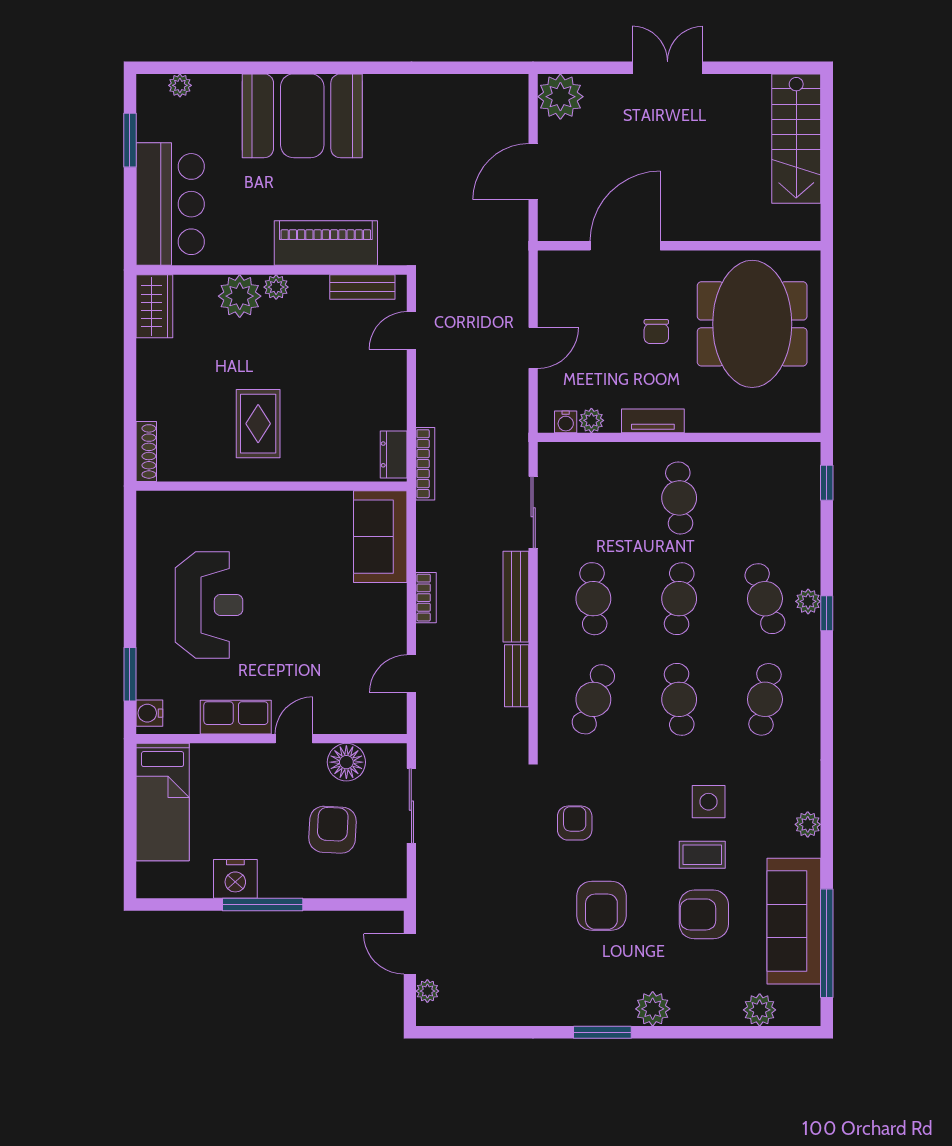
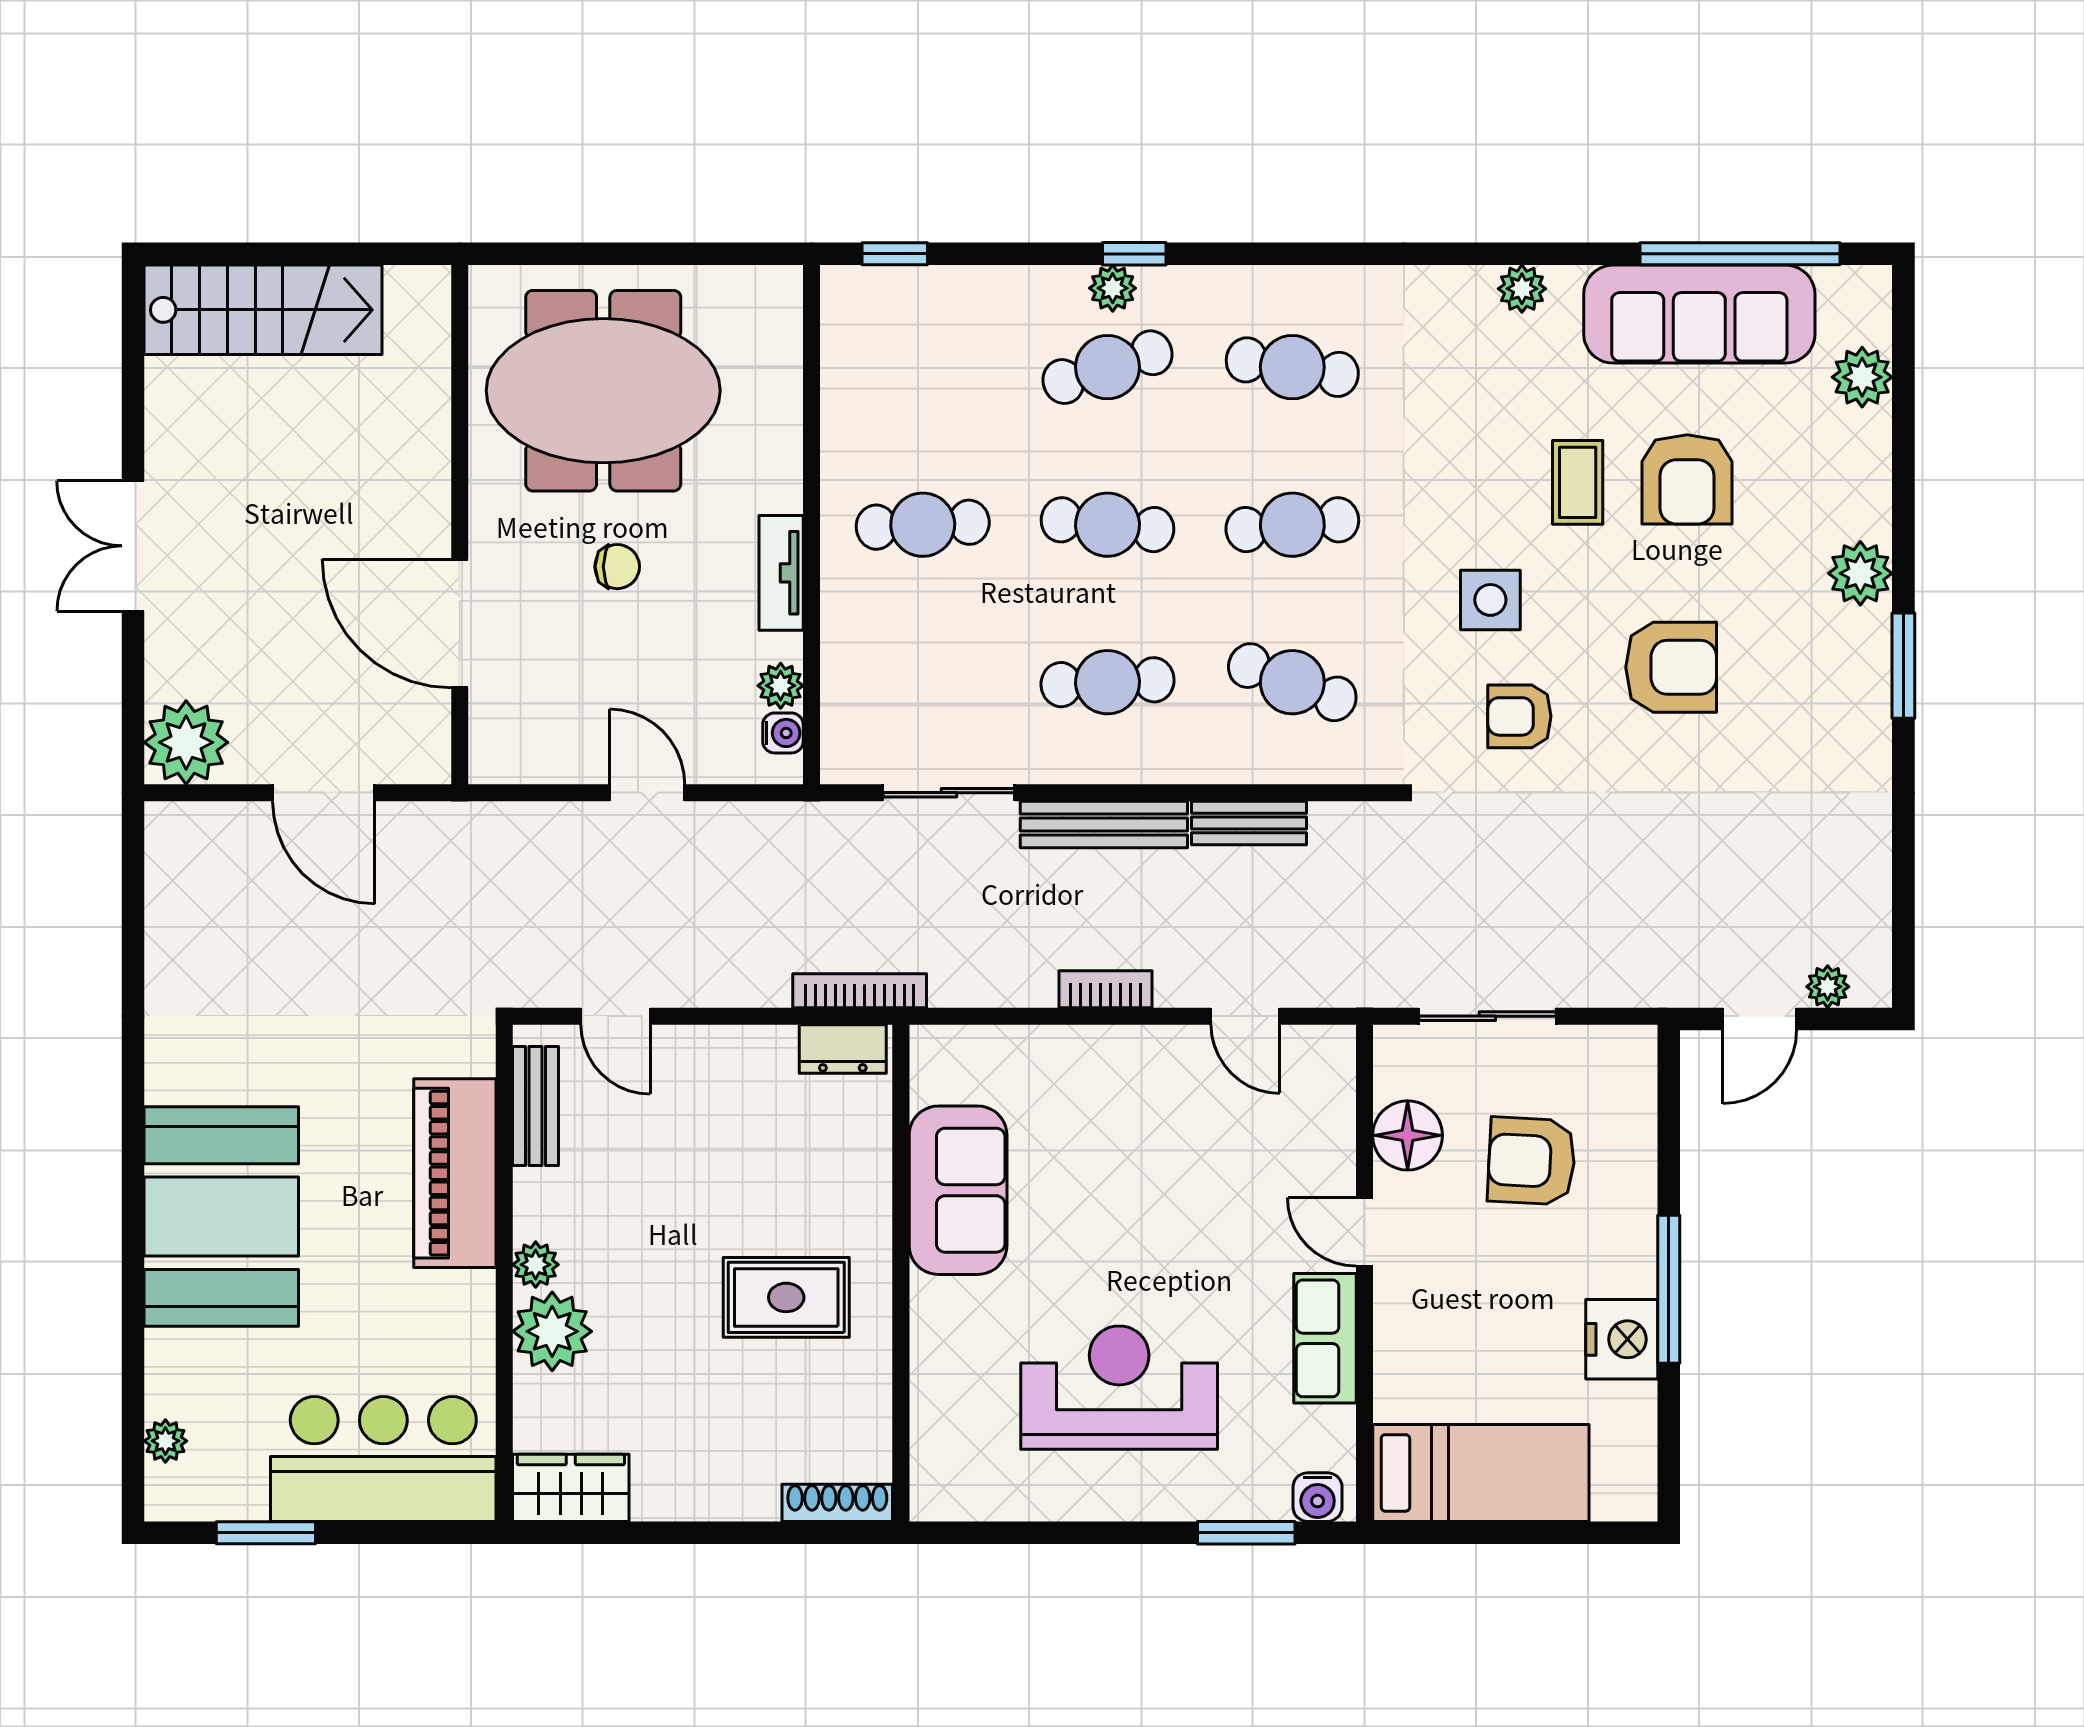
sofa: (380, 537) -> (958, 1190), moved, turned -90
side table: (709, 802) -> (1490, 600), moved

